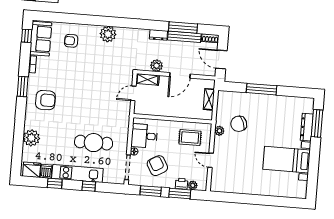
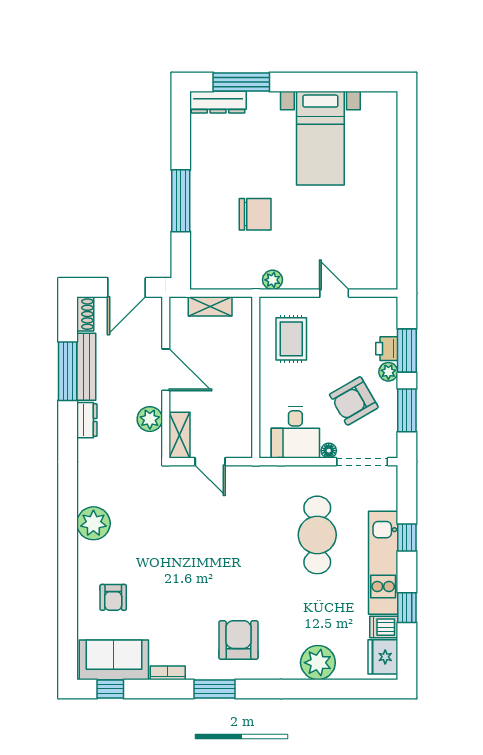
chair: (239, 124) -> (255, 214), moved, turned -67
dresser: (307, 127) -> (218, 102), moved
door: (211, 160) -> (334, 293), swing flipped
plant: (193, 185) -> (388, 372), moved

